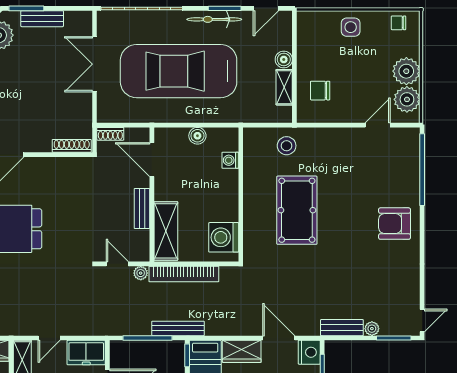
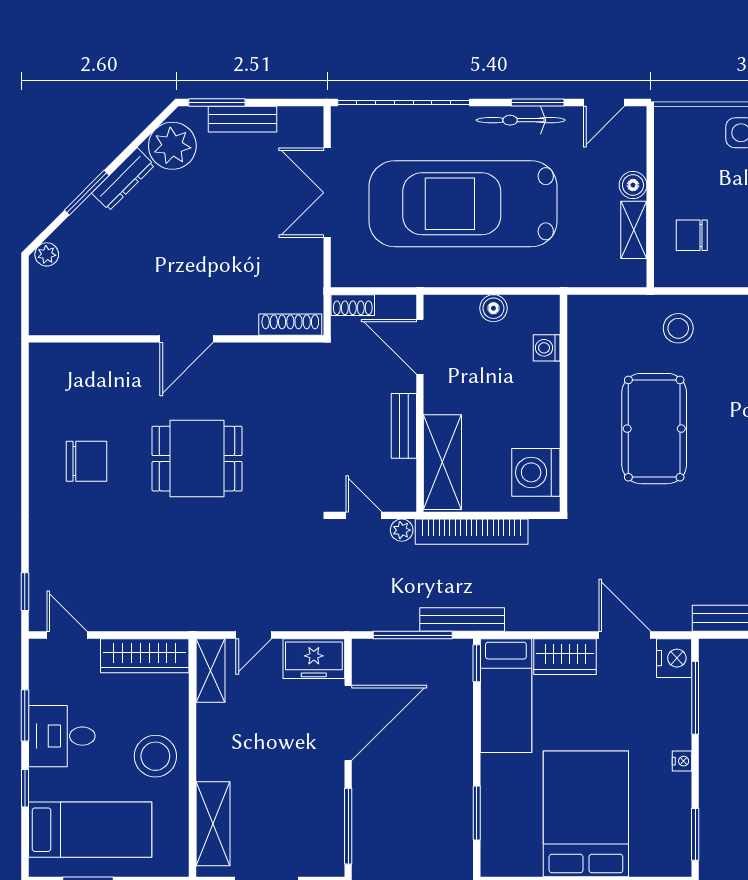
stool: (287, 146) -> (678, 328), moved

